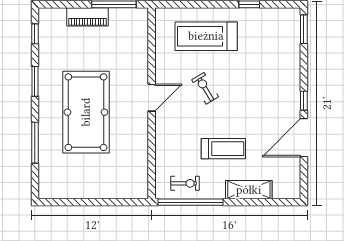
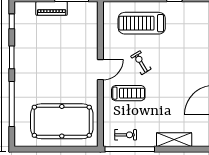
pool table: (86, 112) -> (62, 121), moved, turned 90
window: (35, 143) -> (12, 104), width x1.46
treadmill: (223, 149) -> (128, 93), moved

